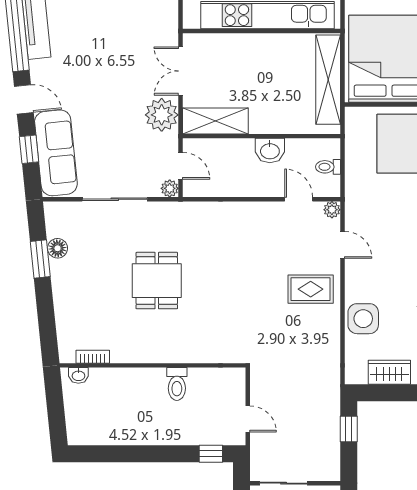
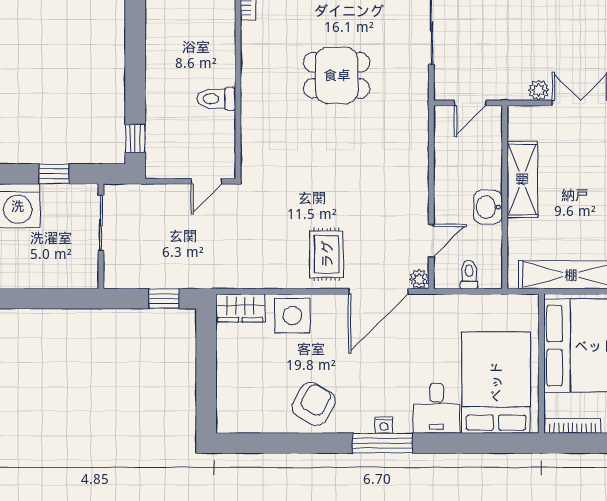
plant: (162, 115) -> (539, 90), width x0.53, depth x0.53
shelving: (215, 121) -> (522, 179), moved
plant: (170, 188) -> (444, 90), removed
door: (342, 245) -> (378, 291), width x1.88
wardrobe: (389, 372) -> (240, 308), moved, turned 90
door: (248, 419) -> (207, 181), moved

